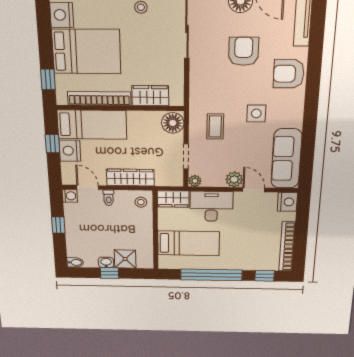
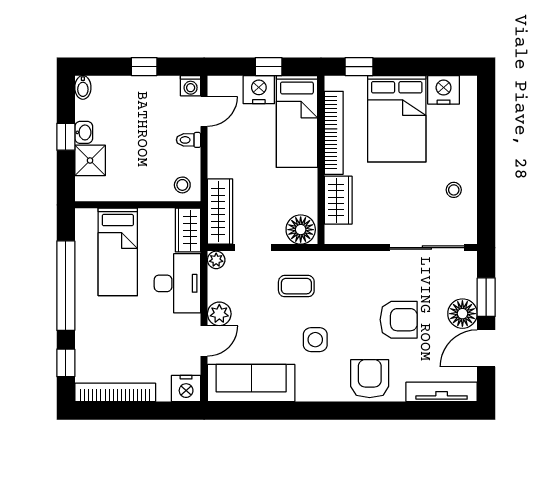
wardrobe: (130, 177) -> (220, 212), moved

